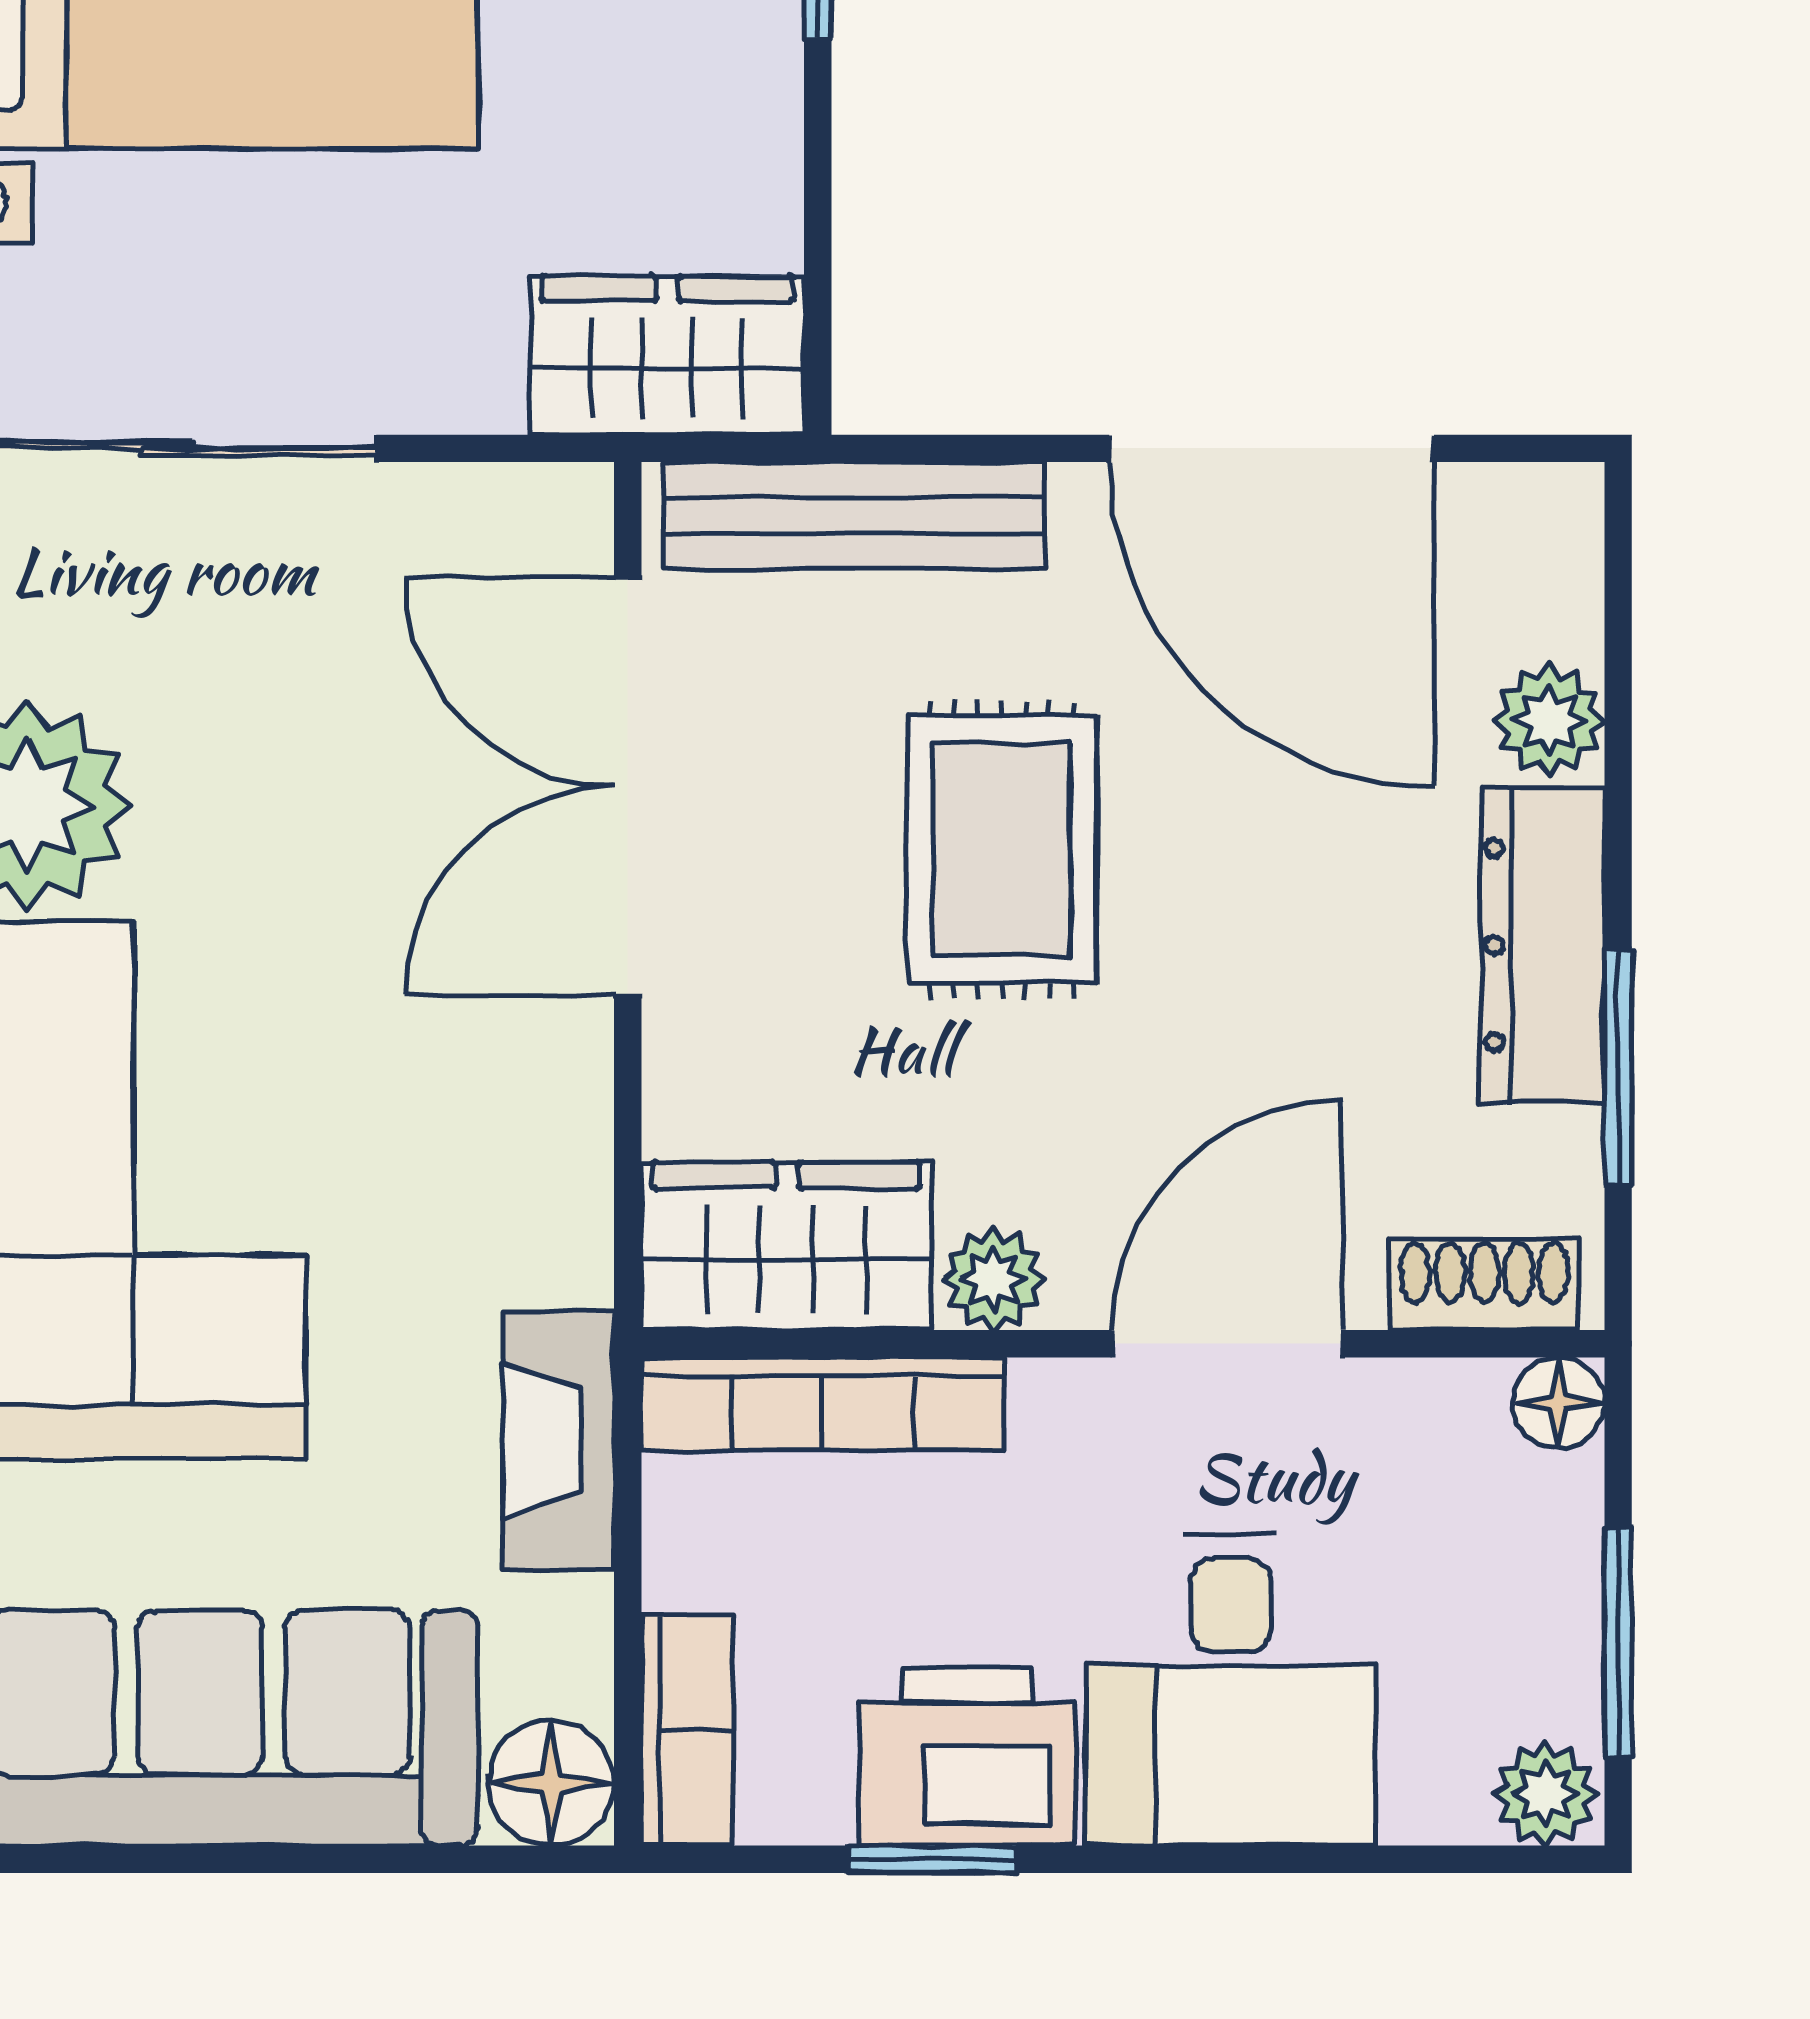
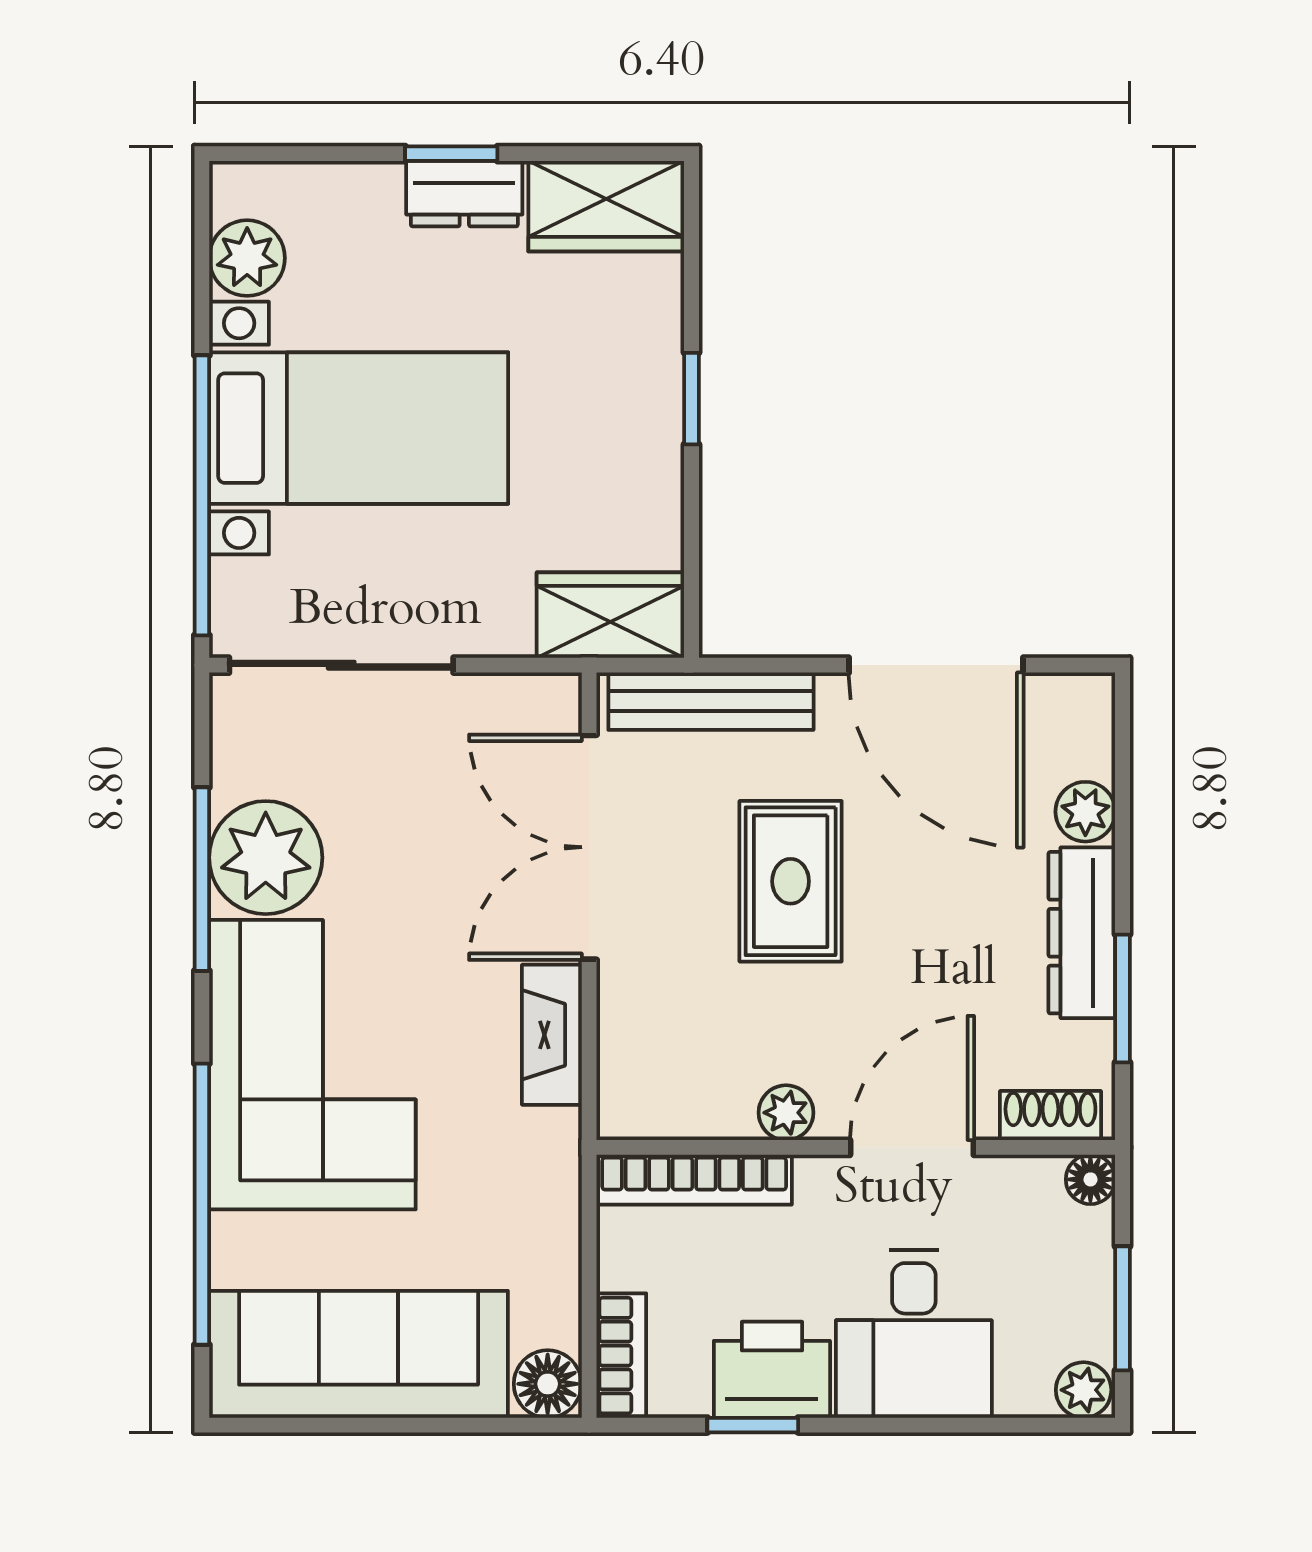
wardrobe: (786, 1246) -> (675, 1095), removed
fireplace: (559, 1440) -> (552, 1035), moved

